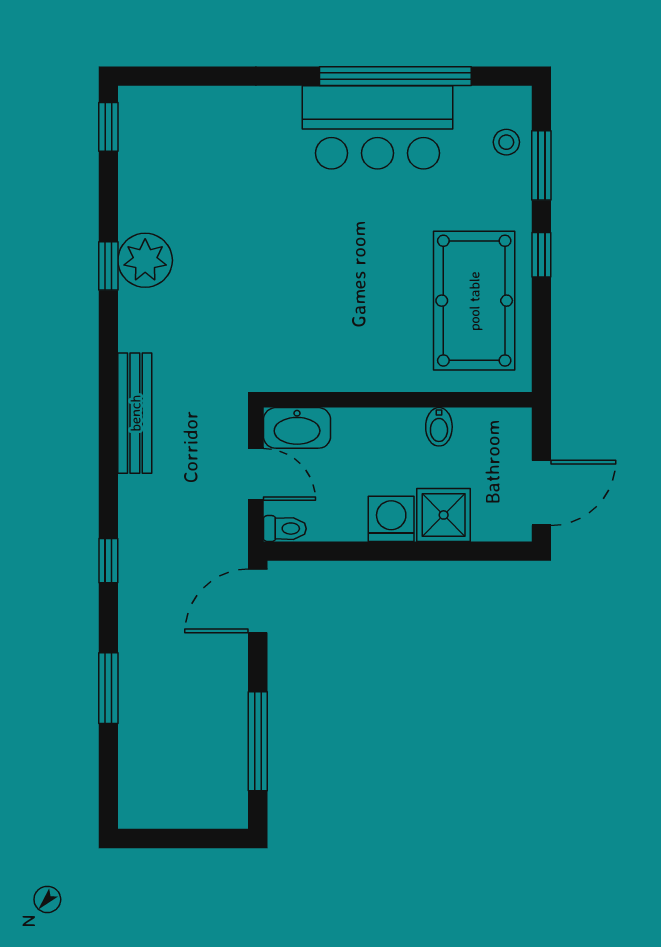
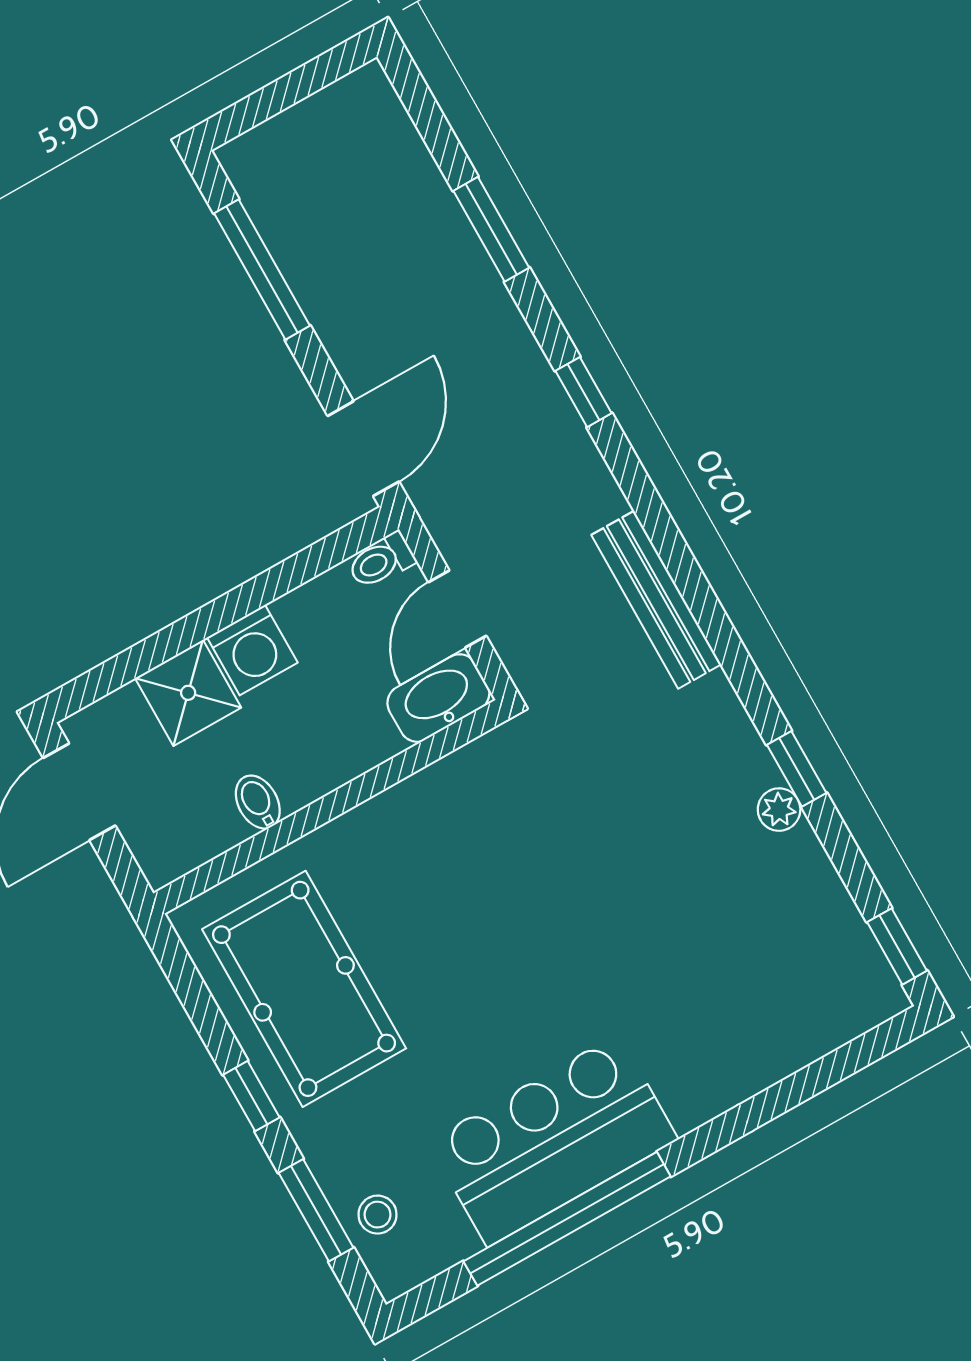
plant: (145, 260) -> (779, 810), width x0.53, depth x0.53
door: (256, 474) -> (457, 609), hinge flipped

